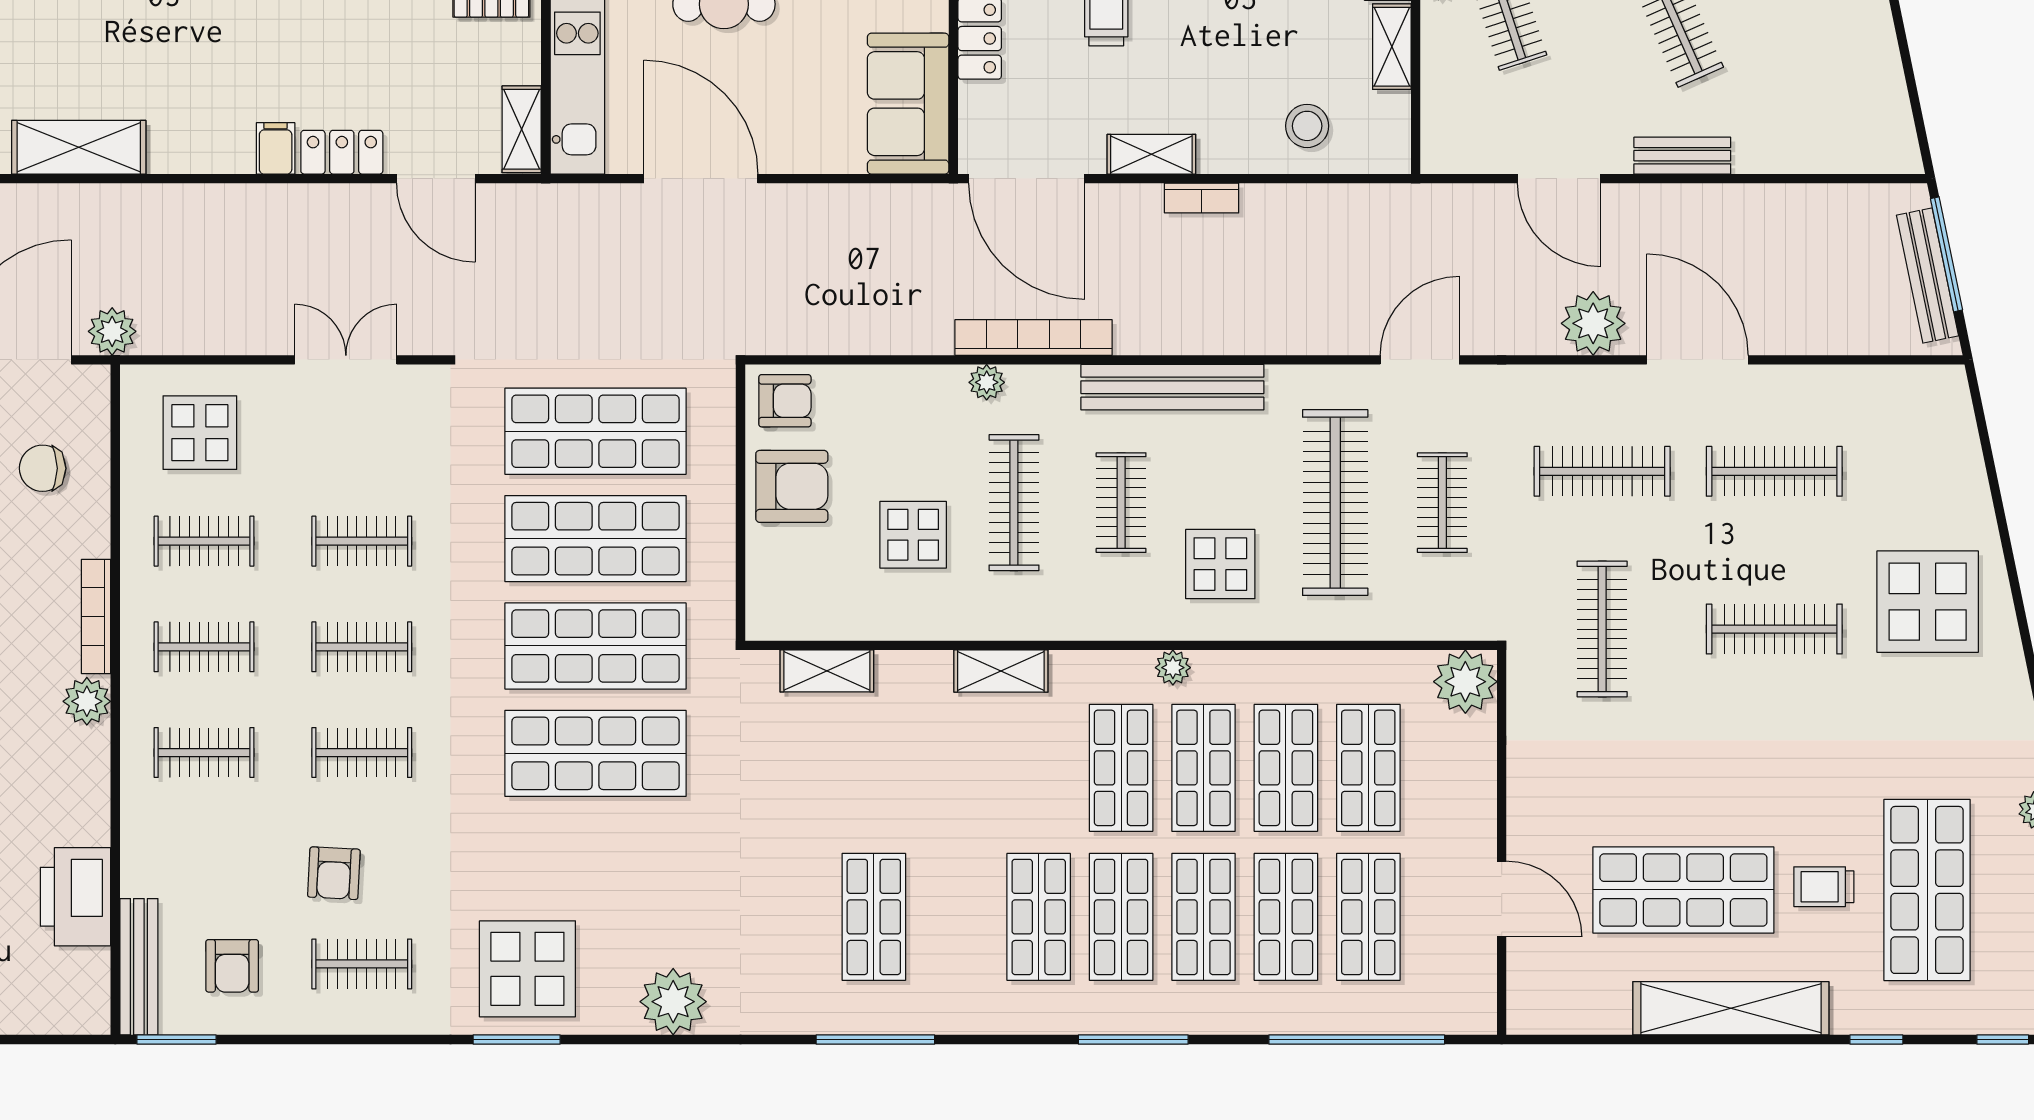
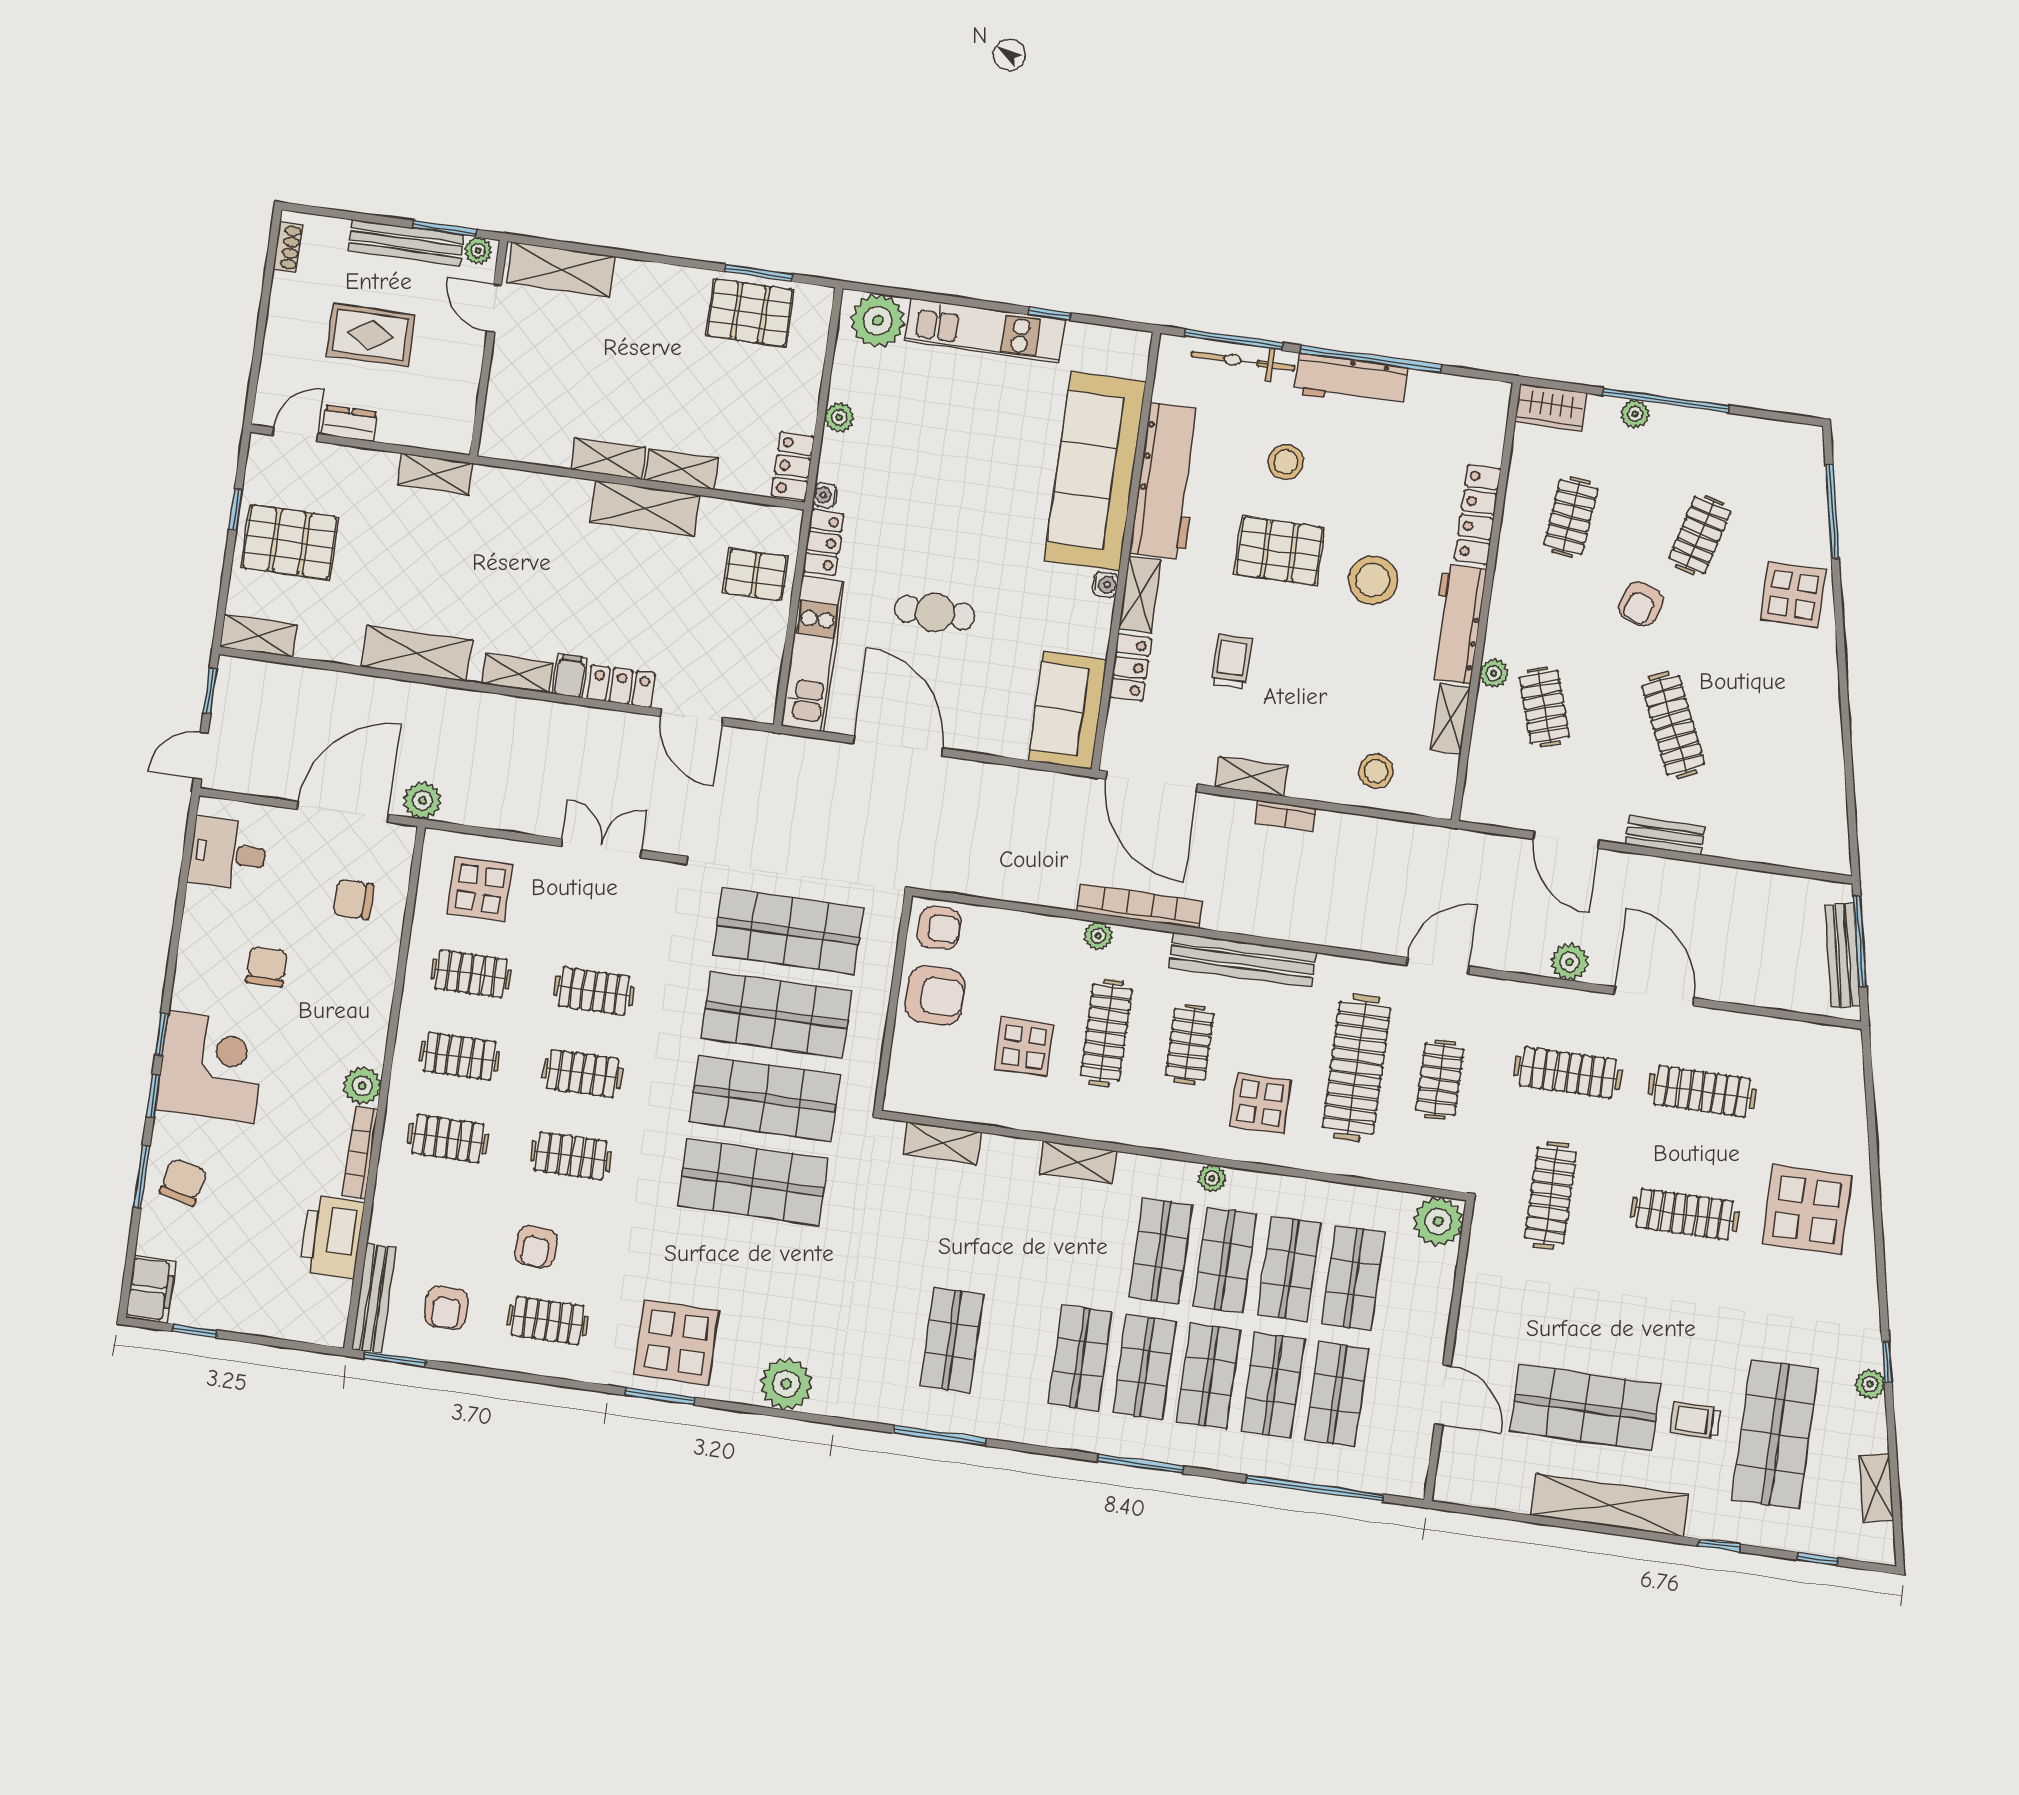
shelving: (522, 129) -> (517, 673), moved, turned 90
plant: (1593, 323) -> (1569, 962), width x0.73, depth x0.73
bookcase: (96, 616) -> (360, 1153), moved

